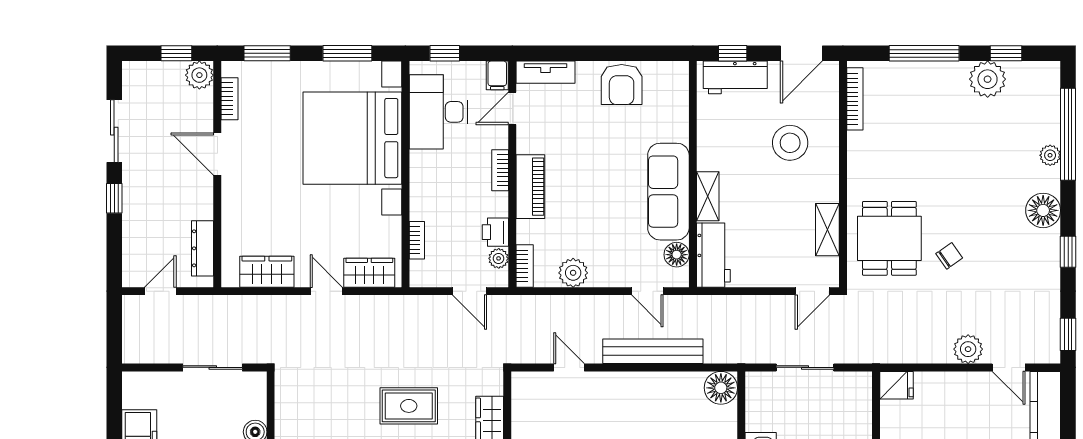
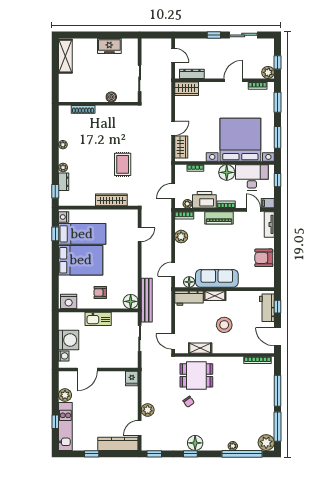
window: (1006, 53) -> (278, 427), width x2.17
plant: (988, 79) -> (266, 443), moved
stool: (790, 143) -> (224, 325), moved
floor lamp: (427, 169) -> (227, 172), added
floor lamp: (1043, 210) -> (195, 443), moved
printer: (495, 232) -> (204, 200), width x1.87, depth x1.48
wardrobe: (267, 272) -> (187, 89), moved, turned 90
bench: (653, 351) -> (147, 300), moved

